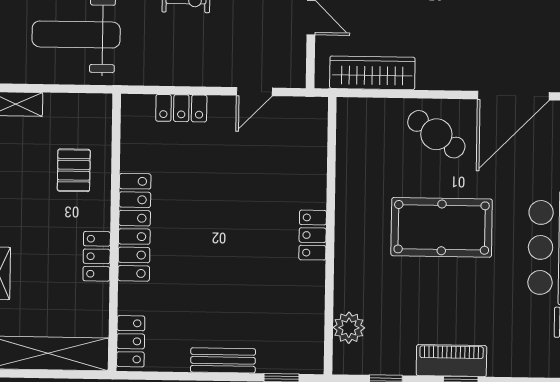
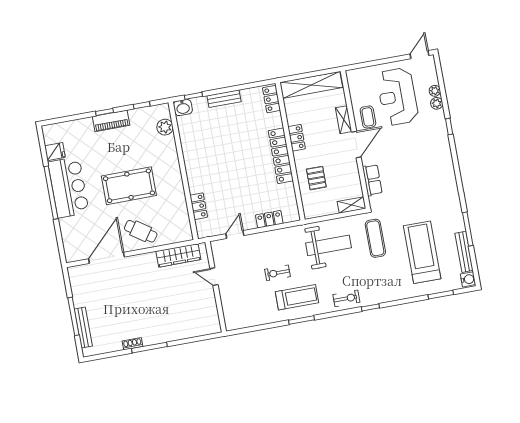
locker: (313, 235) -> (199, 206), moved
washbasin: (306, 359) -> (183, 107), added

